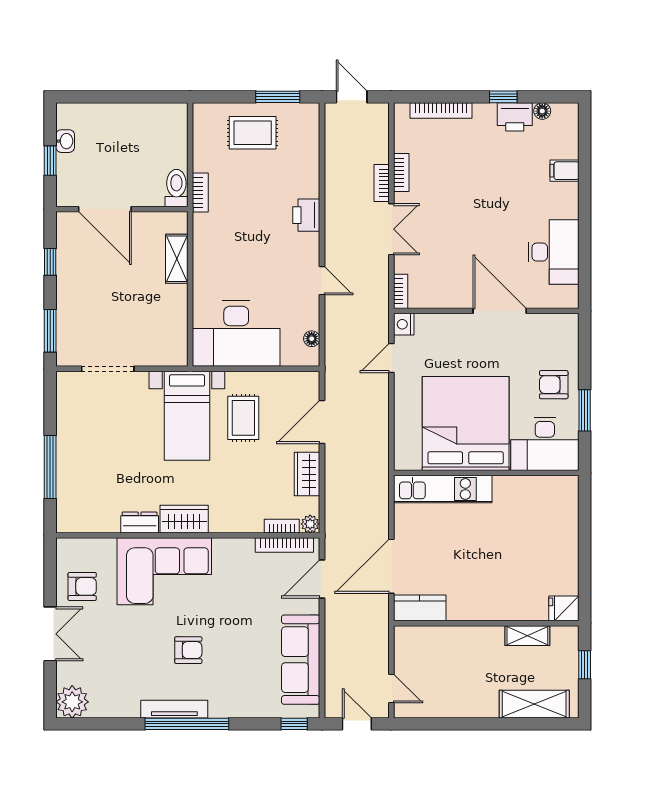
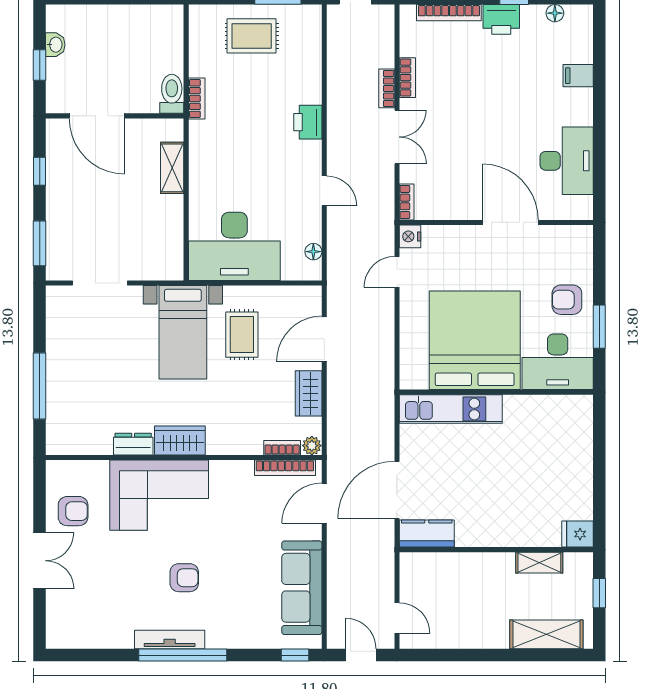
printer: (515, 117) -> (501, 19), moved
plant: (72, 702) -> (63, 632), removed

